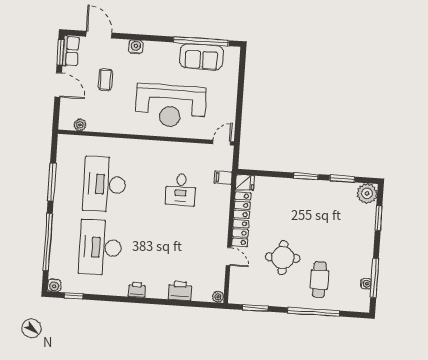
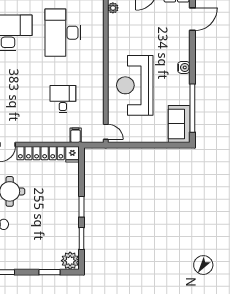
water cooler: (136, 47) -> (184, 67), moved
sofa: (202, 57) -> (179, 124), moved
coffee table: (105, 80) -> (154, 27), removed
desk: (105, 184) -> (63, 33), turned -90
desk: (181, 189) -> (63, 99), turned 90

